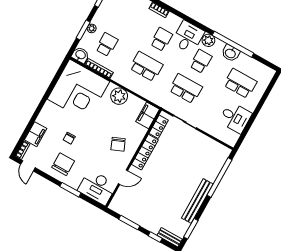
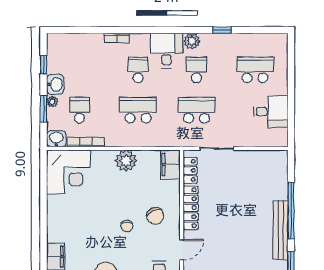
window: (233, 44) -> (222, 30), width x0.32
washbasin: (231, 53) -> (55, 84), moved, turned -90
corner desk: (78, 90) -> (68, 172), width x0.74, depth x0.74
chair: (69, 138) -> (127, 226), moved
window: (220, 177) -> (291, 211), moved

